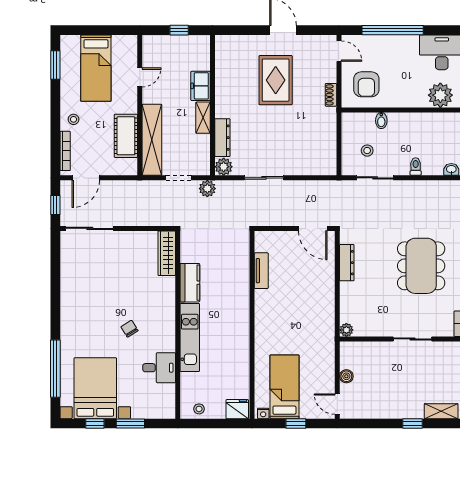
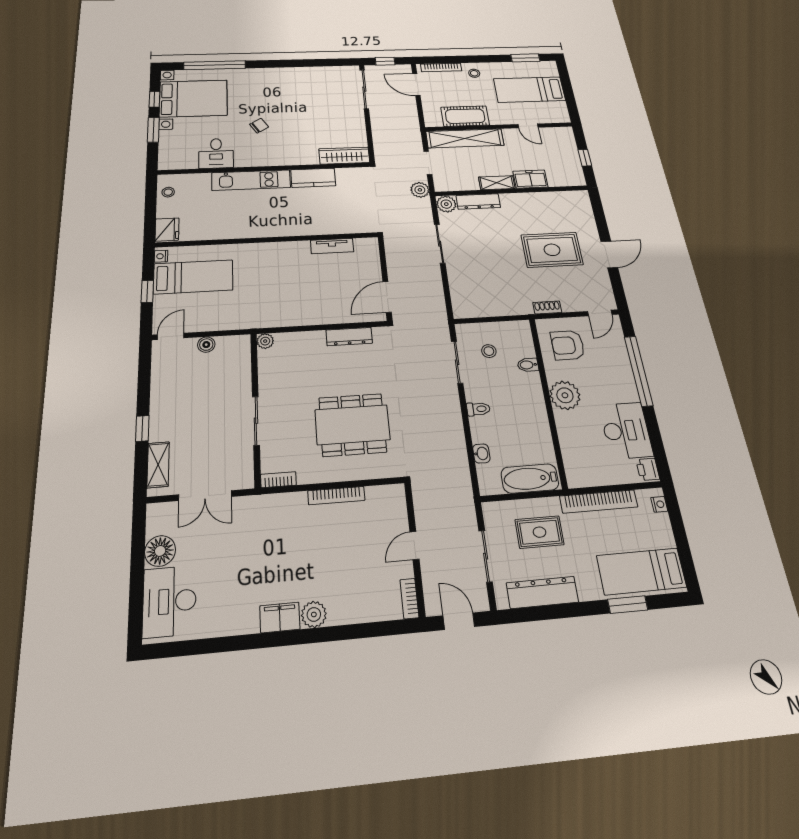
plant: (440, 95) -> (565, 395), moved

